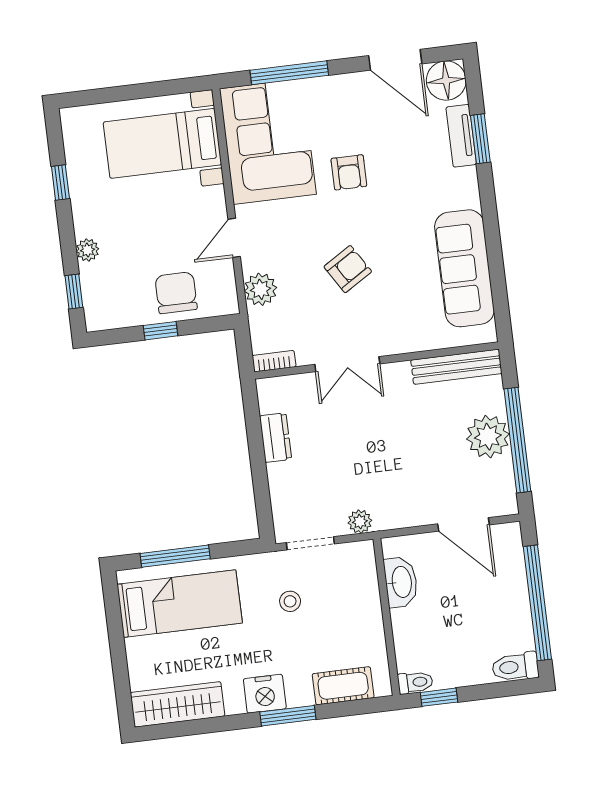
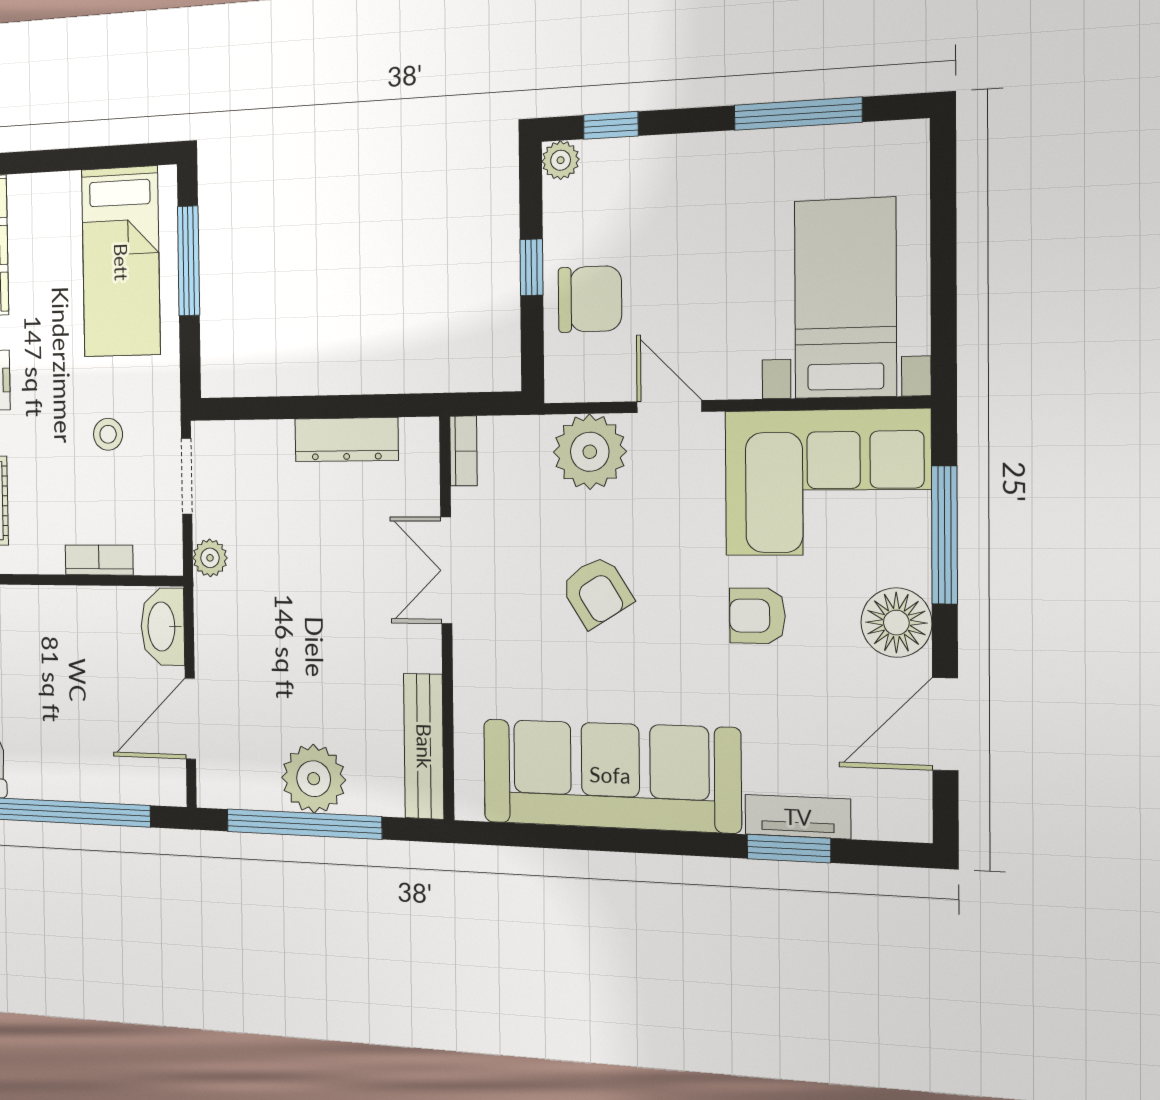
floor lamp: (446, 81) -> (896, 623), moved
window: (60, 182) -> (798, 114), width x2.17
plant: (88, 250) -> (561, 160), moved
sofa: (464, 268) -> (610, 775), width x1.36, depth x1.27
plant: (261, 289) -> (590, 452), width x1.36, depth x1.36
dresser: (275, 438) -> (346, 440), width x1.44
washbasin: (401, 582) -> (163, 627), moved, turned 90
bookcase: (371, 599) -> (99, 560), added

